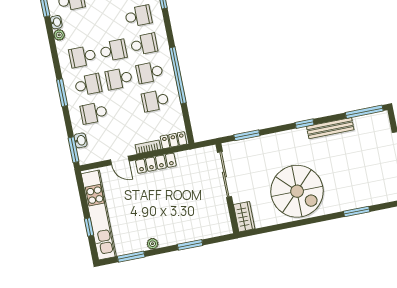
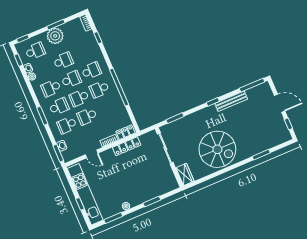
school desk: (138, 16) -> (63, 61), moved
school desk: (155, 101) -> (87, 116), moved
locker: (156, 163) -> (127, 146), moved

